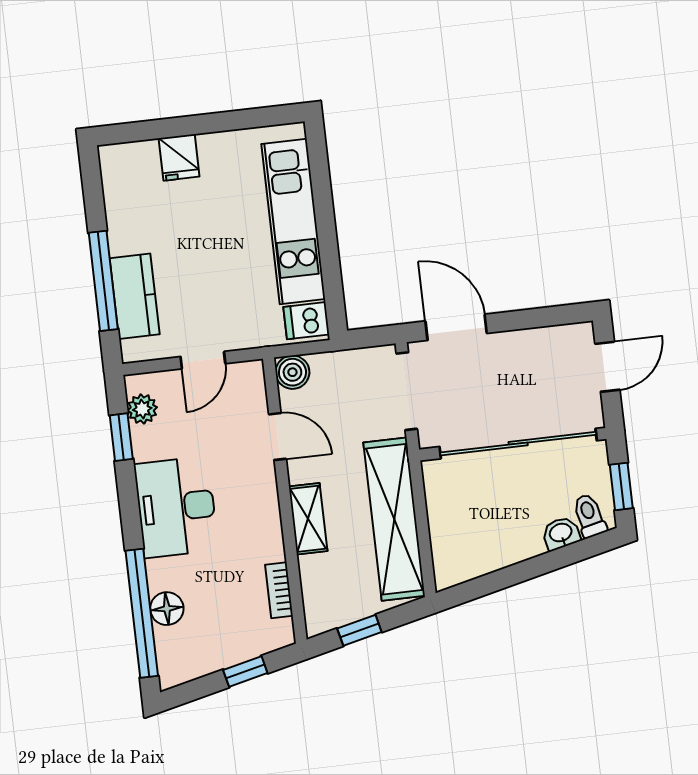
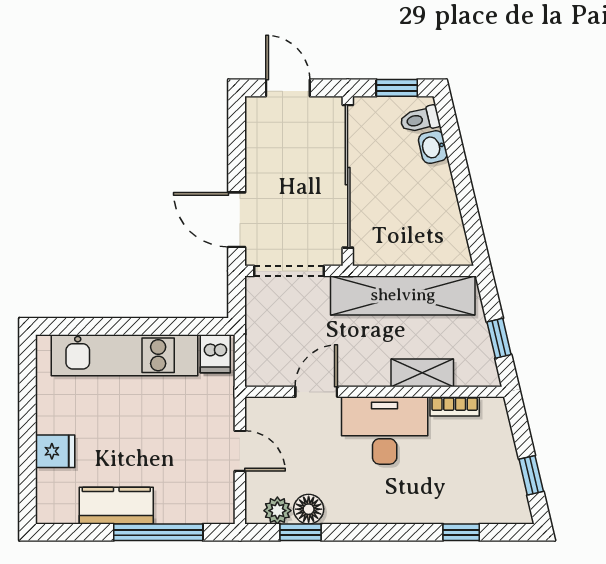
kitchen counter: (135, 296) -> (116, 506), moved
door: (456, 327) -> (237, 220), hinge flipped
boiler: (292, 372) -> (260, 372), removed
desk: (176, 507) -> (385, 430), moved, turned 180
shelving: (308, 519) -> (422, 373), moved
floor lamp: (167, 609) -> (309, 509), moved
window: (142, 613) -> (461, 532), width x0.32
window: (245, 671) -> (531, 475), moved

